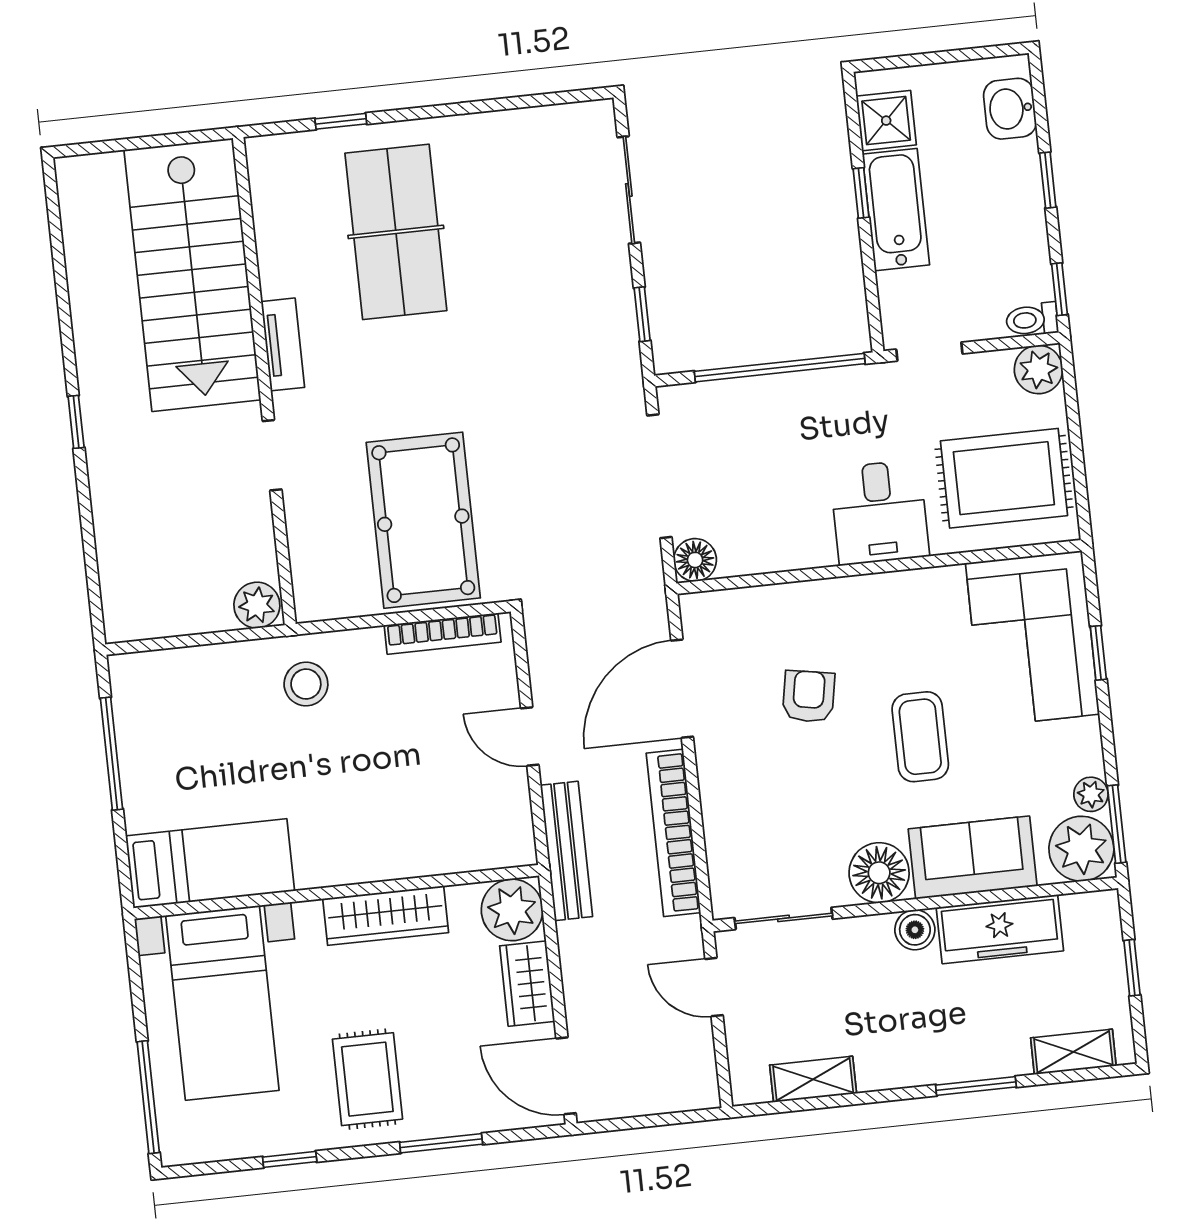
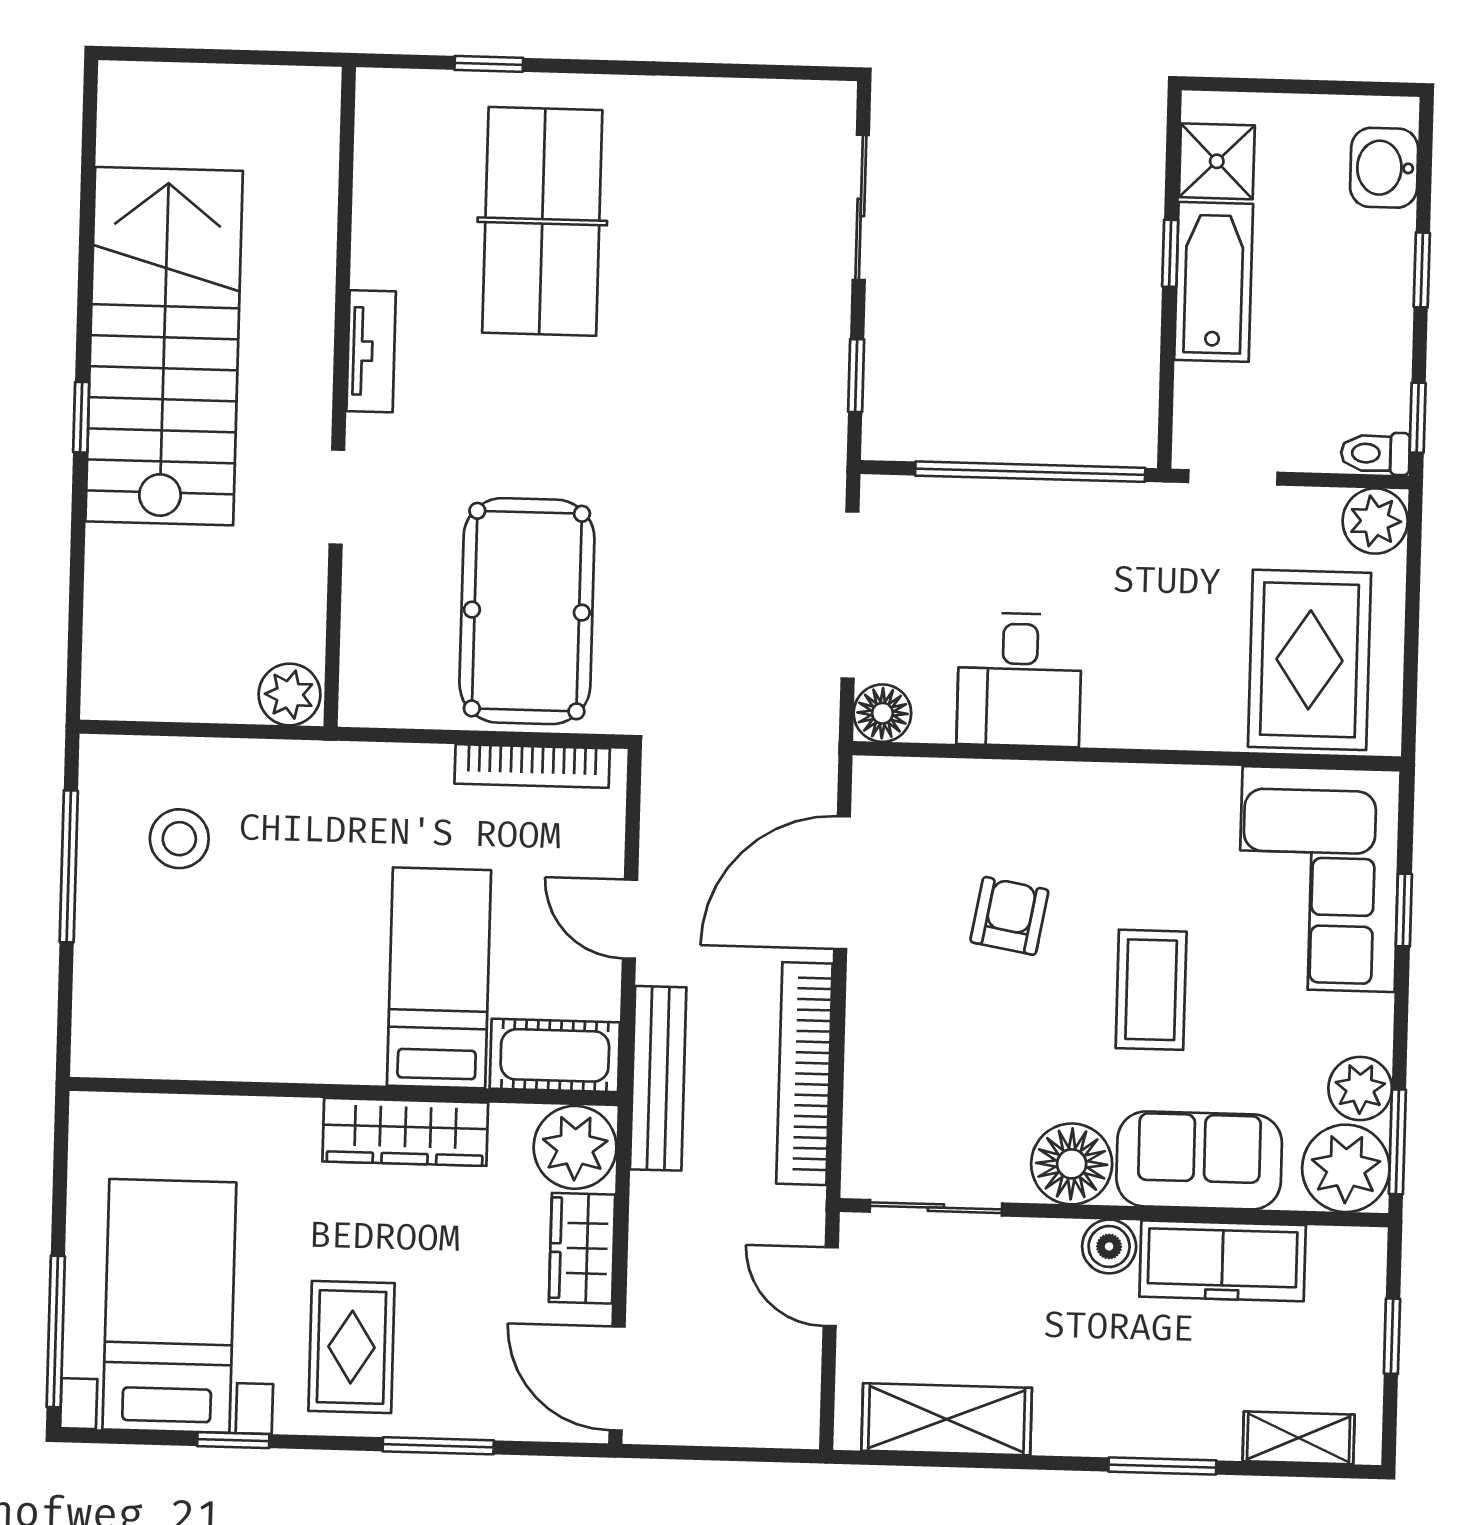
stairs: (192, 275) -> (164, 346), moved, turned 180
rug: (1004, 478) -> (1309, 660), turned 90
desk: (879, 512) -> (1019, 680), moved
stool: (306, 684) -> (179, 839), moved
plant: (1091, 794) -> (1360, 1089), width x1.38, depth x1.38
cot: (488, 844) -> (555, 1055), added
bed: (210, 863) -> (439, 978), moved, turned -90
bed with nightstands: (222, 1003) -> (169, 1306), moved, turned 180
shelving: (813, 1079) -> (947, 1419), width x1.50, depth x1.33

